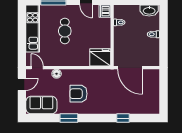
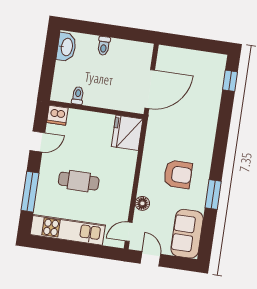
armchair: (78, 94) -> (178, 174), turned -90
window: (123, 118) -> (230, 81), moved

